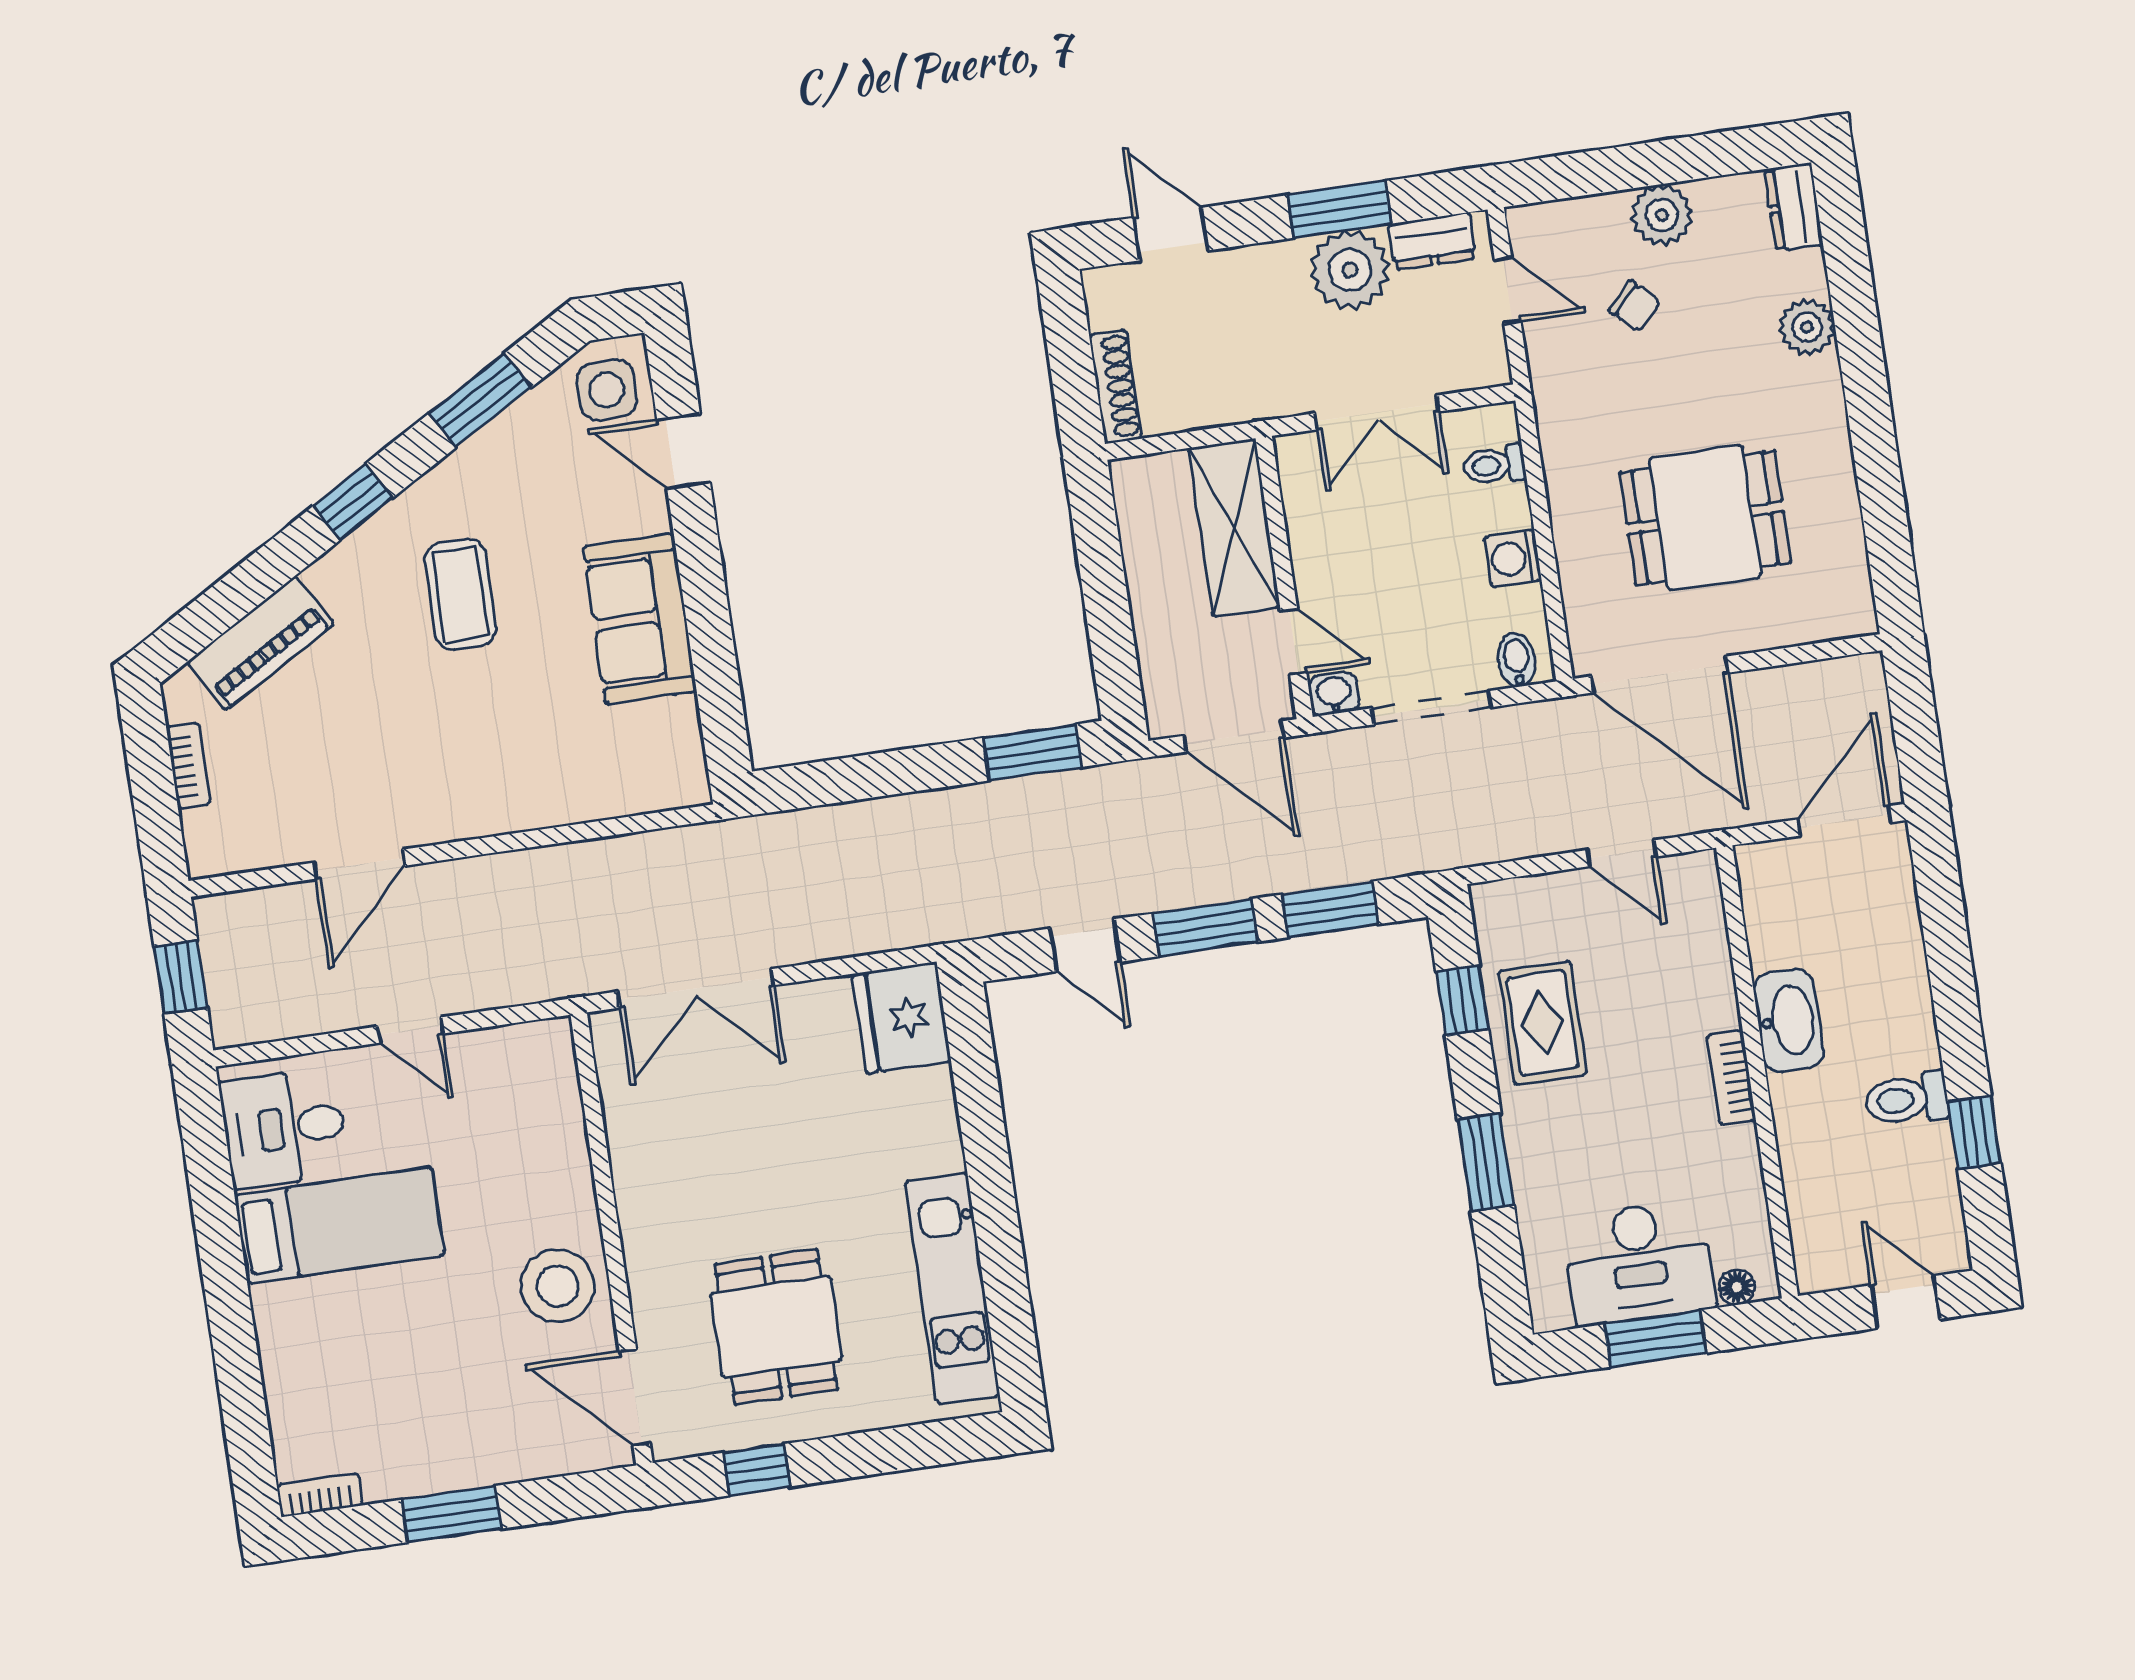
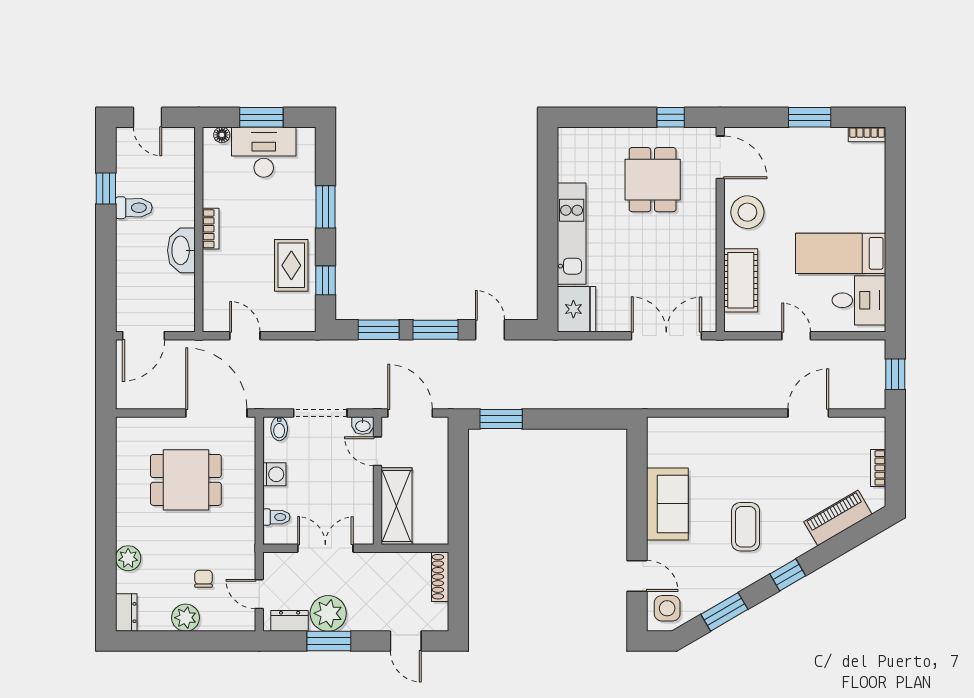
chair: (1635, 306) -> (203, 579), turned 46
cot: (550, 1134) -> (741, 280), added
kitchen unit: (952, 1289) -> (572, 234), moved

